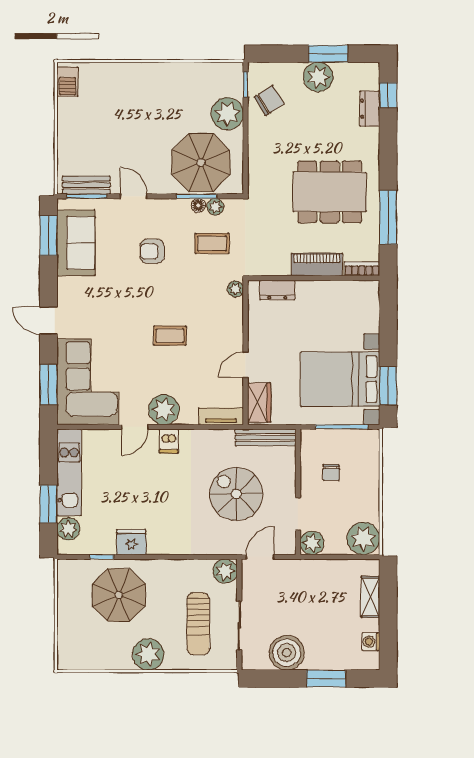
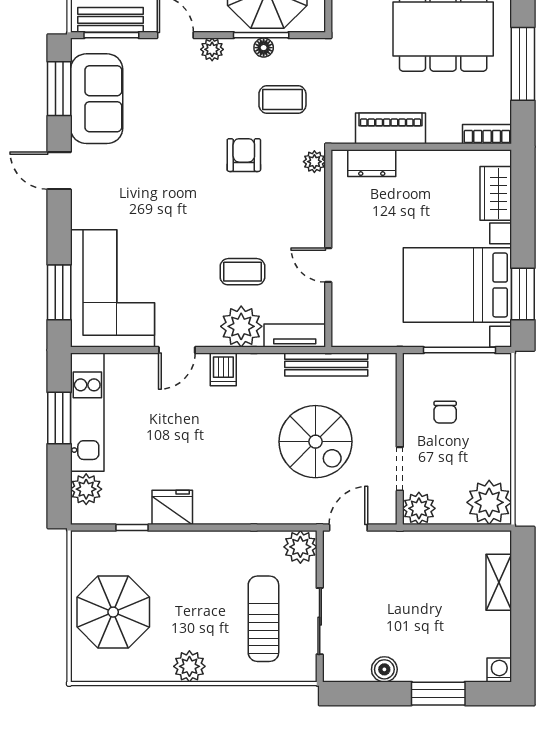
plant: (215, 207) -> (212, 49), moved
armchair: (152, 251) -> (244, 155), moved, turned 90
piano: (317, 265) -> (391, 128), moved
door: (49, 320) -> (59, 171), moved
coffee table: (170, 336) -> (242, 272), moved
door: (246, 365) -> (328, 265), hinge flipped
wardrobe: (259, 403) -> (496, 193), moved, turned 180
plant: (164, 410) -> (241, 326), moved
bench: (266, 437) -> (326, 364), moved
spiral stairs: (236, 494) -> (315, 442), turned 180
window: (49, 504) -> (59, 418), moved
parasol: (119, 595) -> (113, 612), moved
sun lounger: (198, 624) -> (263, 619), turned 180
washing machine: (371, 642) -> (499, 670), moved, turned 90
boiler: (287, 653) -> (384, 669), width x0.54, depth x0.54
plant: (148, 654) -> (189, 666), width x0.73, depth x0.73

